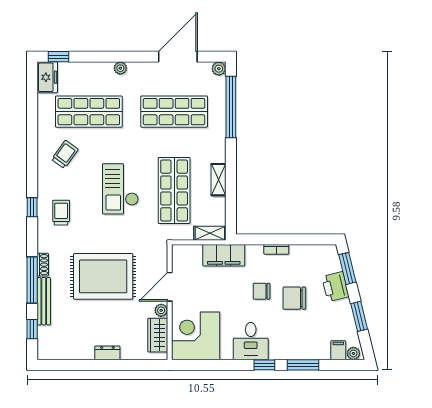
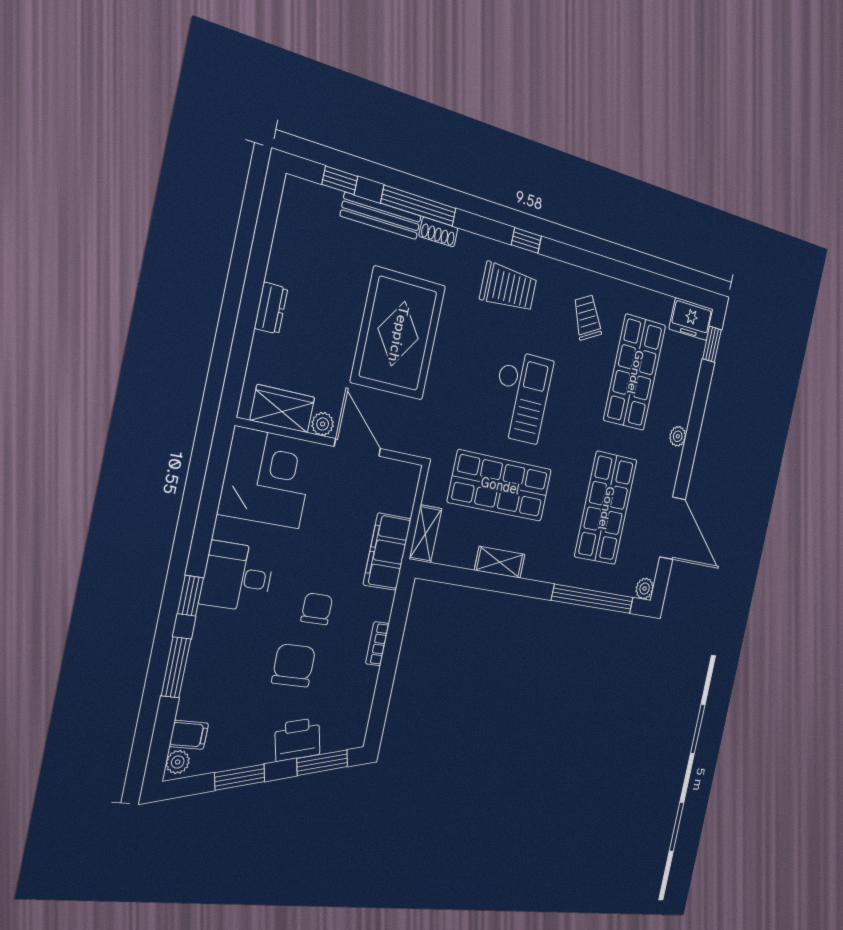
trolley: (65, 154) -> (587, 318), turned -153
checkout: (120, 189) -> (521, 397), turned 90
trolley: (61, 213) -> (508, 287), width x1.36, depth x1.39

